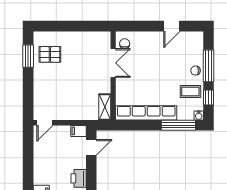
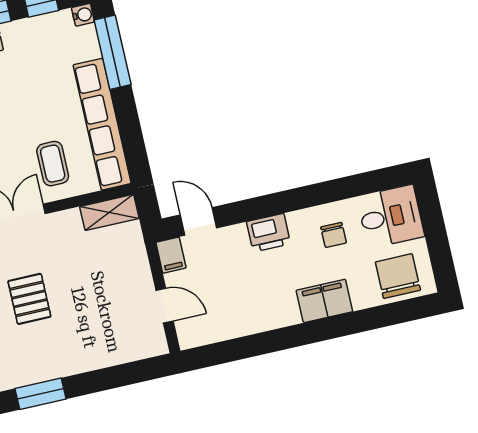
pallet: (50, 54) -> (29, 299), moved
coffee table: (190, 92) -> (53, 164), moved
door: (45, 123) -> (165, 306), moved

